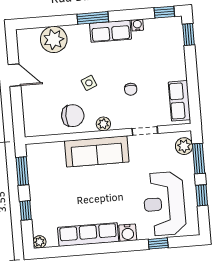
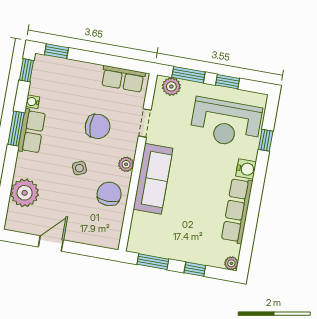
window: (93, 18) -> (16, 129), moved
chair: (131, 89) -> (98, 126), width x1.87, depth x1.87

